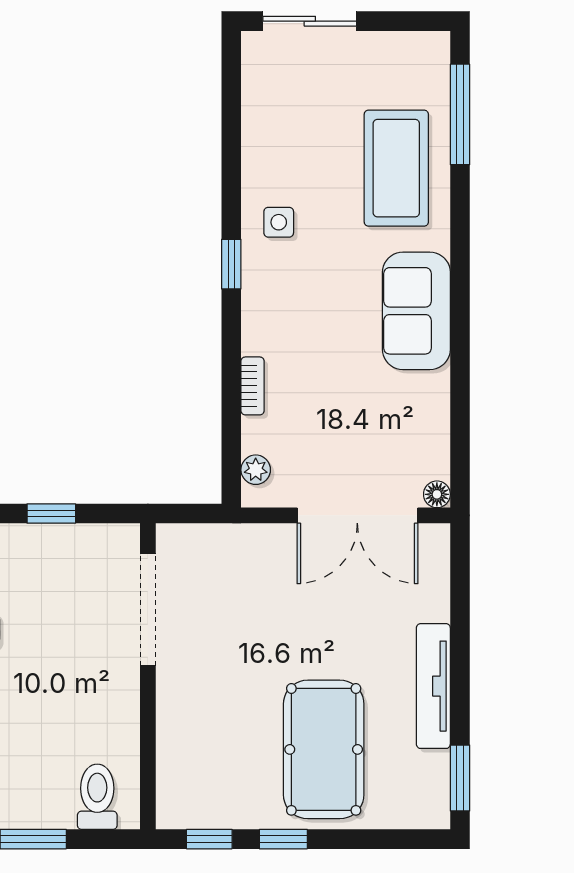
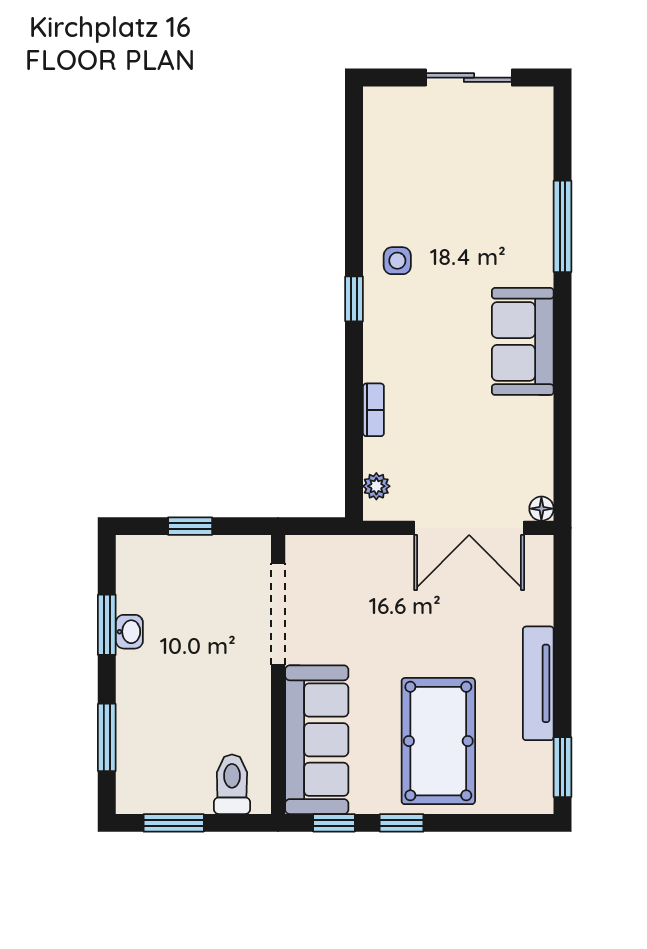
sliding door: (310, 21) -> (469, 78), moved
window: (460, 114) -> (562, 226), moved
coffee table: (396, 168) -> (504, 211), removed
sofa: (190, 748) -> (317, 740), added

